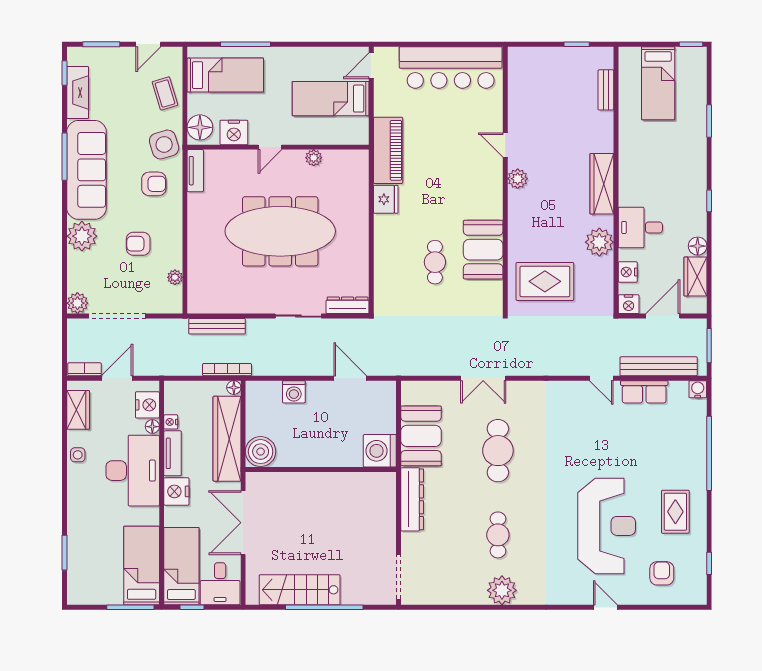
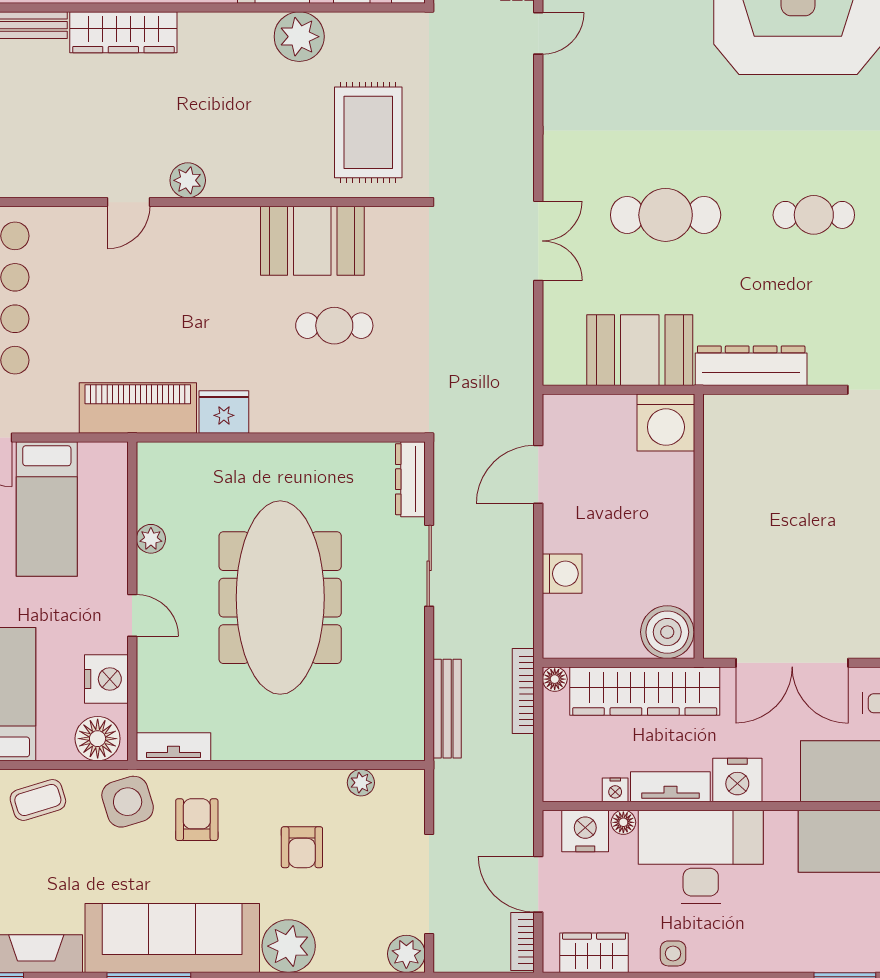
wardrobe: (602, 184) -> (123, 32), moved

